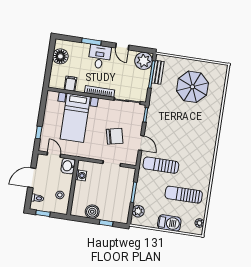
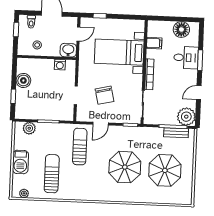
desk: (100, 57) -> (186, 58), moved
parasol: (185, 124) -> (125, 167), added

